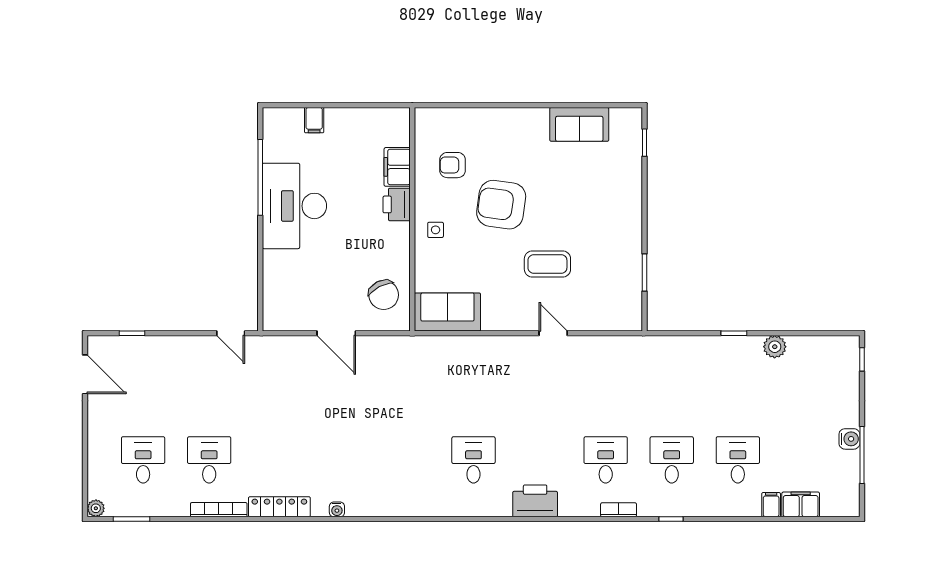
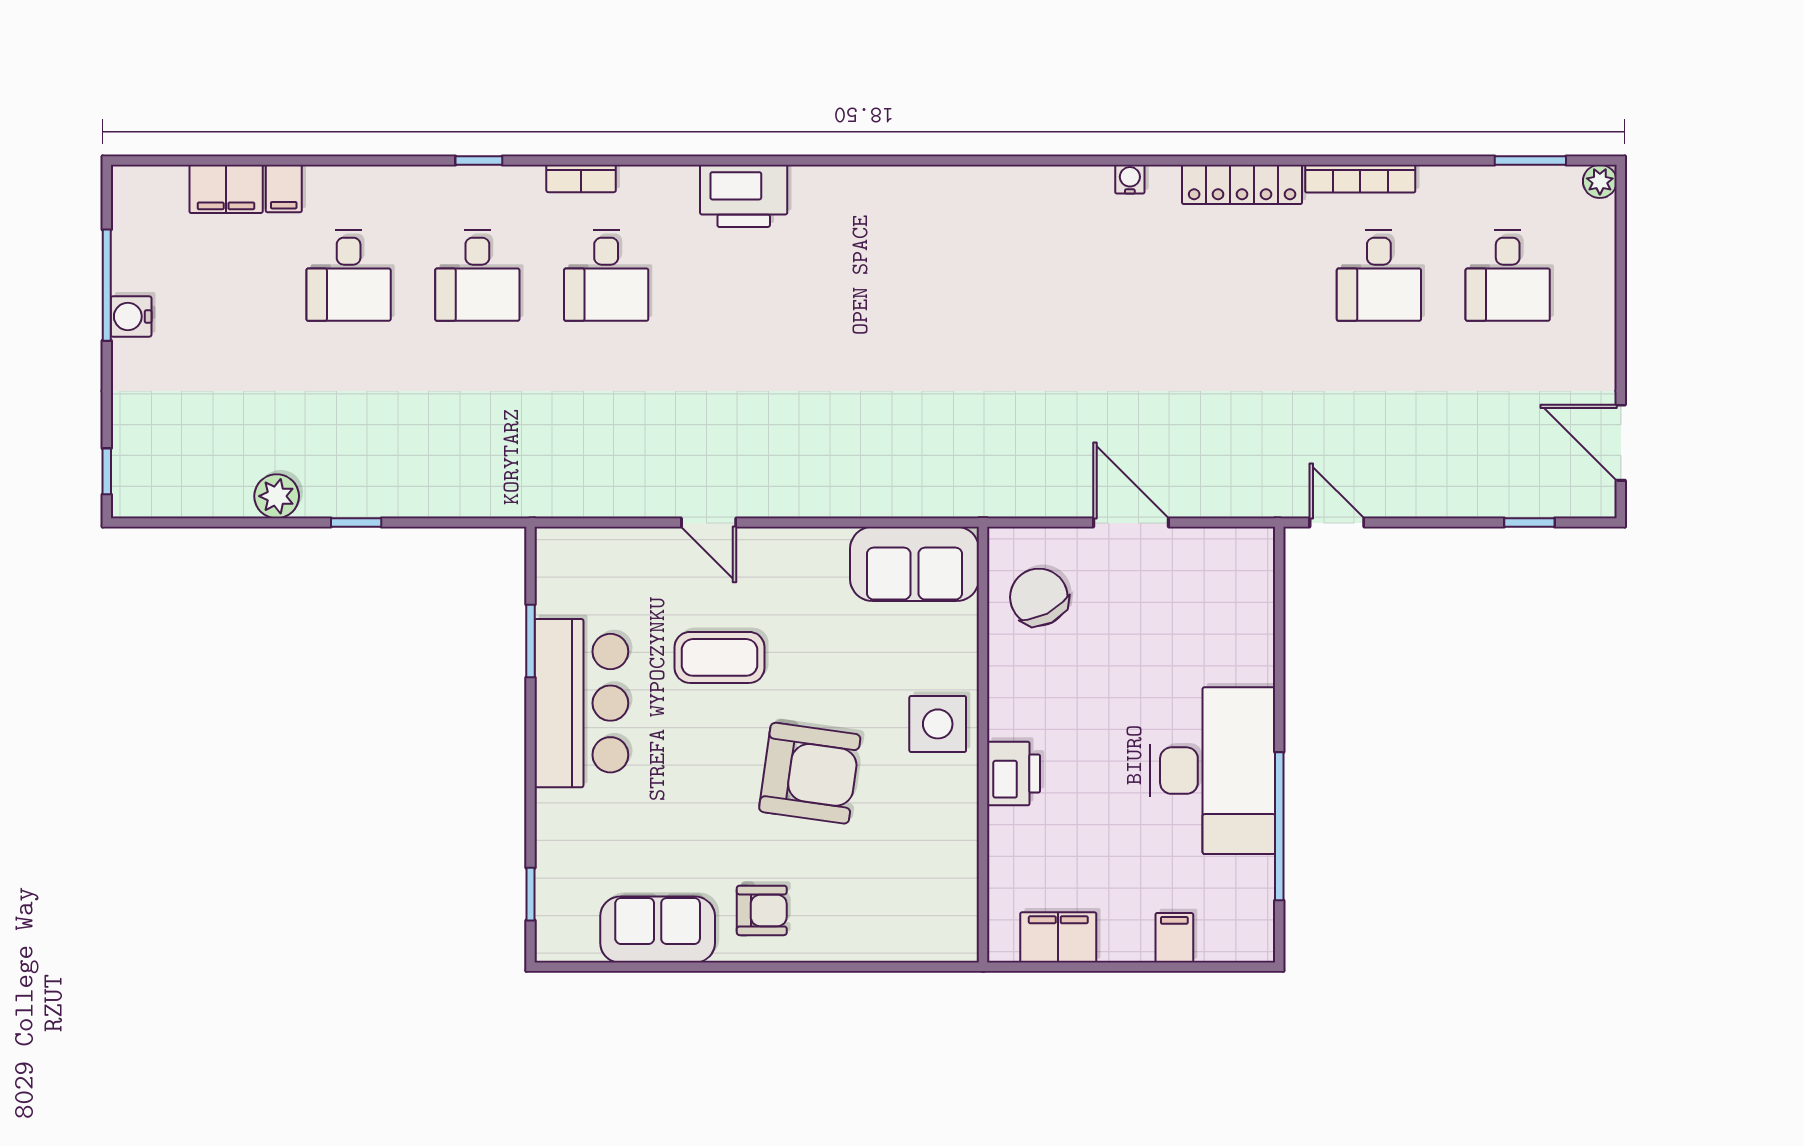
armchair: (453, 165) -> (762, 910), moved
filing cabinet: (397, 167) -> (1058, 937), moved, turned -90
side table: (436, 230) -> (938, 724), width x1.87, depth x1.87
bar counter: (618, 241) -> (581, 703), added
desk: (473, 460) -> (864, 276), removed

